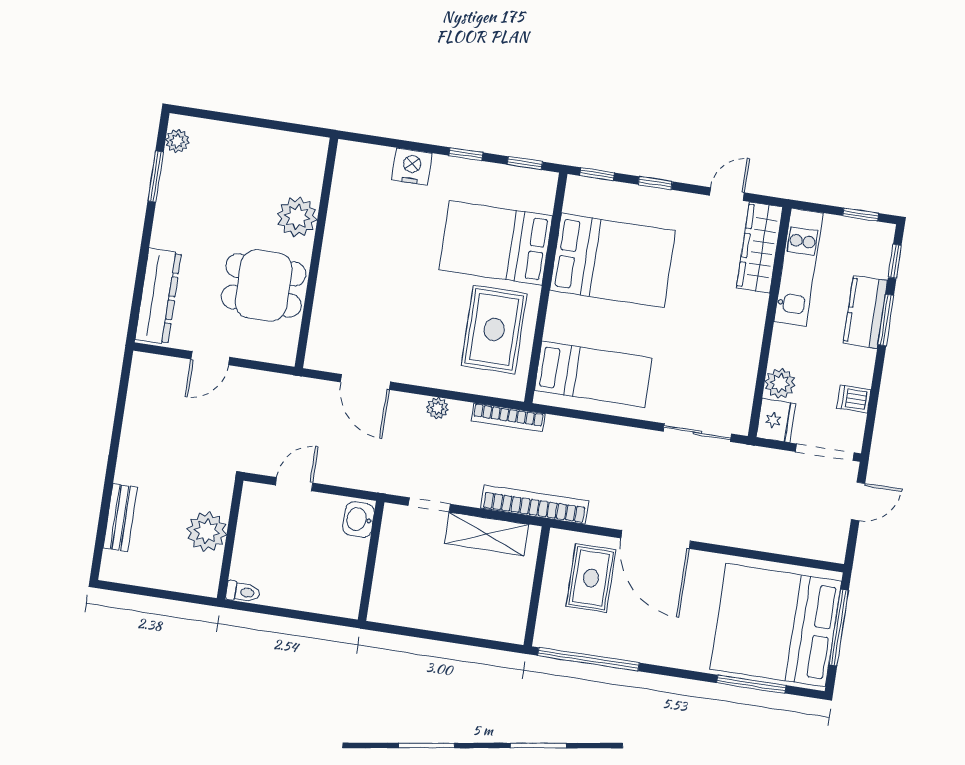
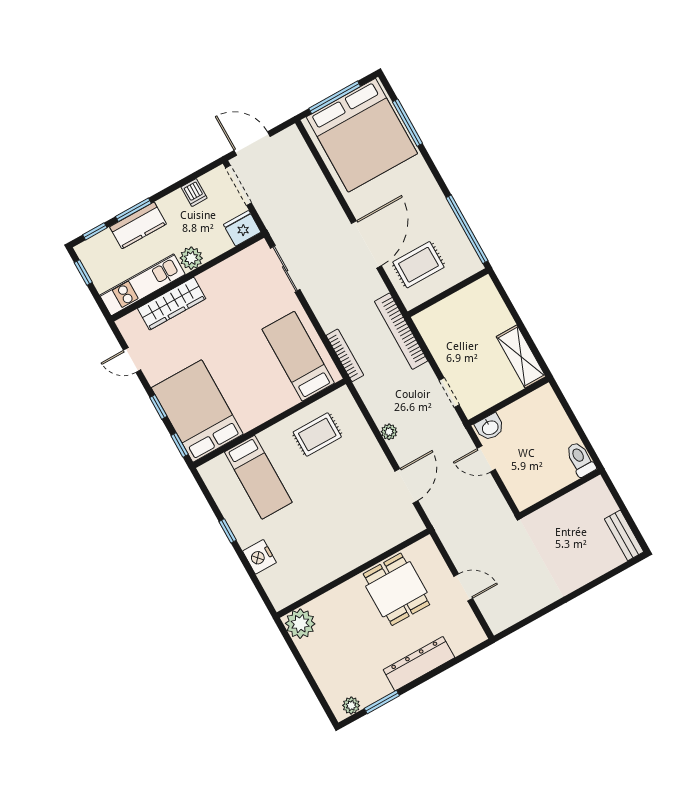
window: (525, 163) -> (206, 492), removed
plant: (297, 217) -> (300, 624), moved
bed: (496, 243) -> (258, 477), width x0.67
wardrobe: (760, 247) -> (172, 304), moved
bed: (613, 261) -> (197, 411), moved
dresser: (158, 296) -> (419, 664), moved
rug: (494, 330) -> (317, 434), width x0.73, depth x0.70
plant: (780, 383) -> (191, 258), moved
bookcase: (508, 417) -> (345, 355), moved
door: (294, 484) -> (486, 459), moved
door: (858, 501) -> (252, 143), width x1.38
bench: (120, 518) -> (624, 535), moved, turned 90
plant: (207, 531) -> (566, 511), removed
shelving: (487, 534) -> (521, 357), moved
toilet: (243, 592) -> (580, 459), width x1.37, depth x1.39

